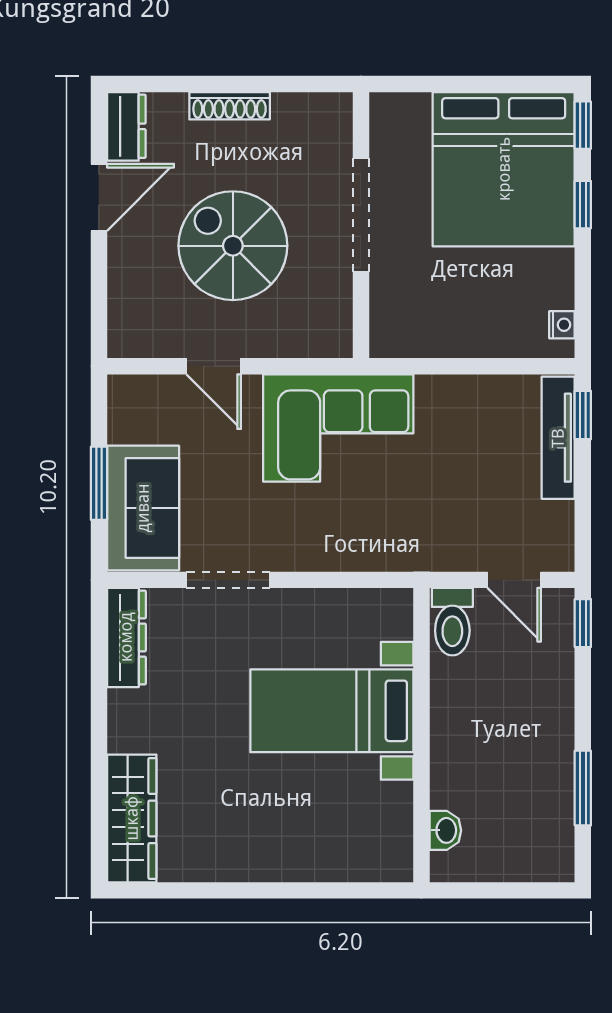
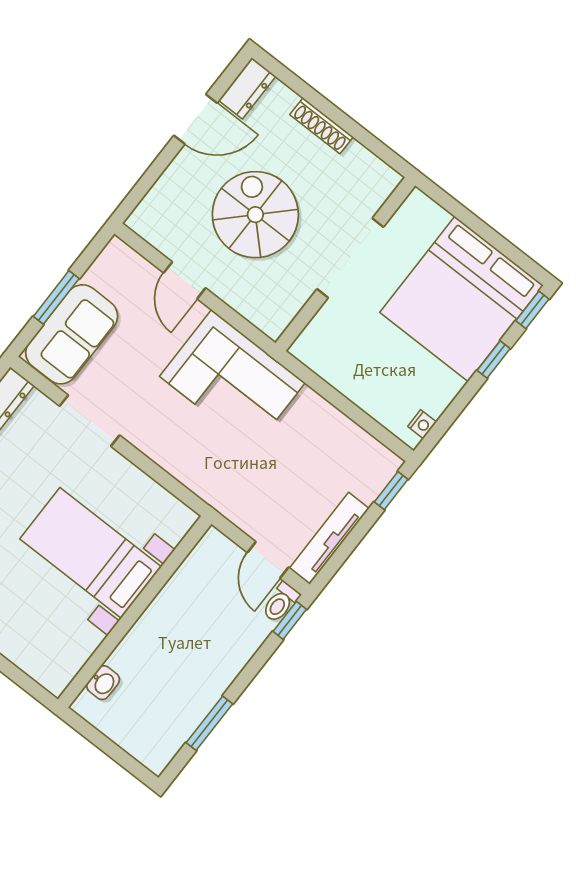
tv unit: (558, 438) -> (329, 538), moved
toilet: (452, 622) -> (281, 602), moved, width x0.73, depth x0.72

